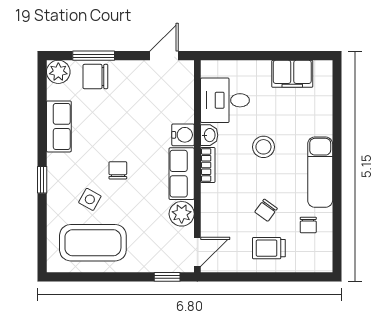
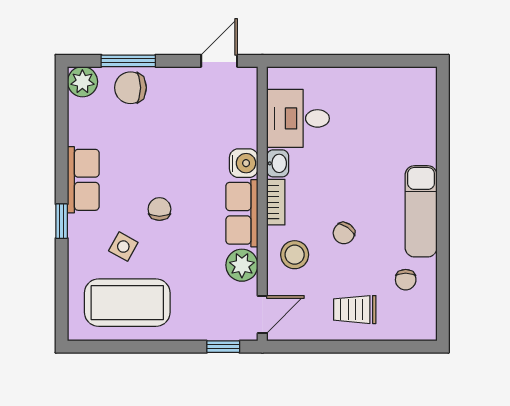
filing cabinet: (292, 74) -> (385, 84), removed
row of seats: (59, 126) -> (83, 180), moved
stool: (263, 147) -> (295, 255), moved
chair: (266, 210) -> (344, 233), moved

